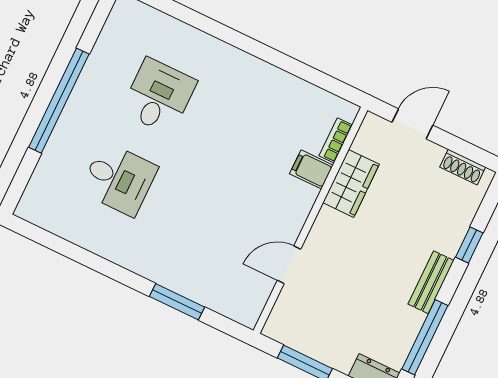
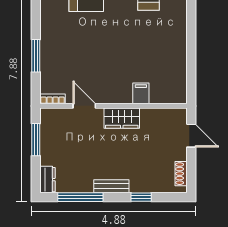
bookcase: (336, 140) -> (53, 99), moved
wardrobe: (351, 183) -> (122, 118), moved

